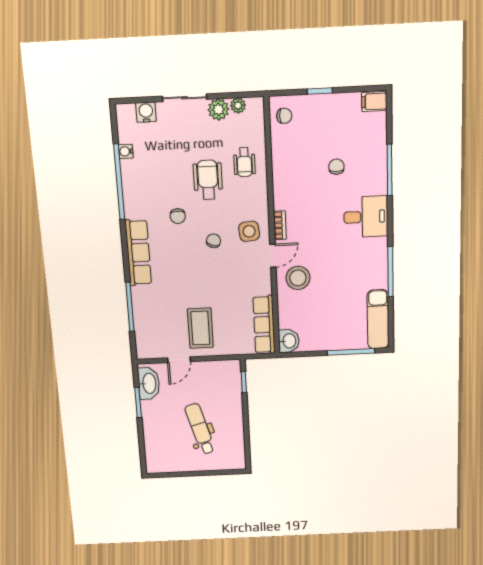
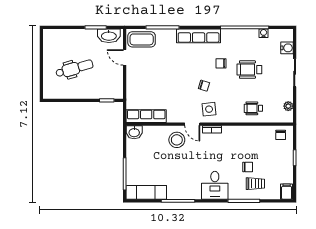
plant: (218, 109) -> (286, 94), removed
trolley: (362, 153) -> (255, 184), added
wheelchair: (208, 180) -> (249, 70), moved, turned 180
coffee table: (200, 328) -> (142, 39), moved

